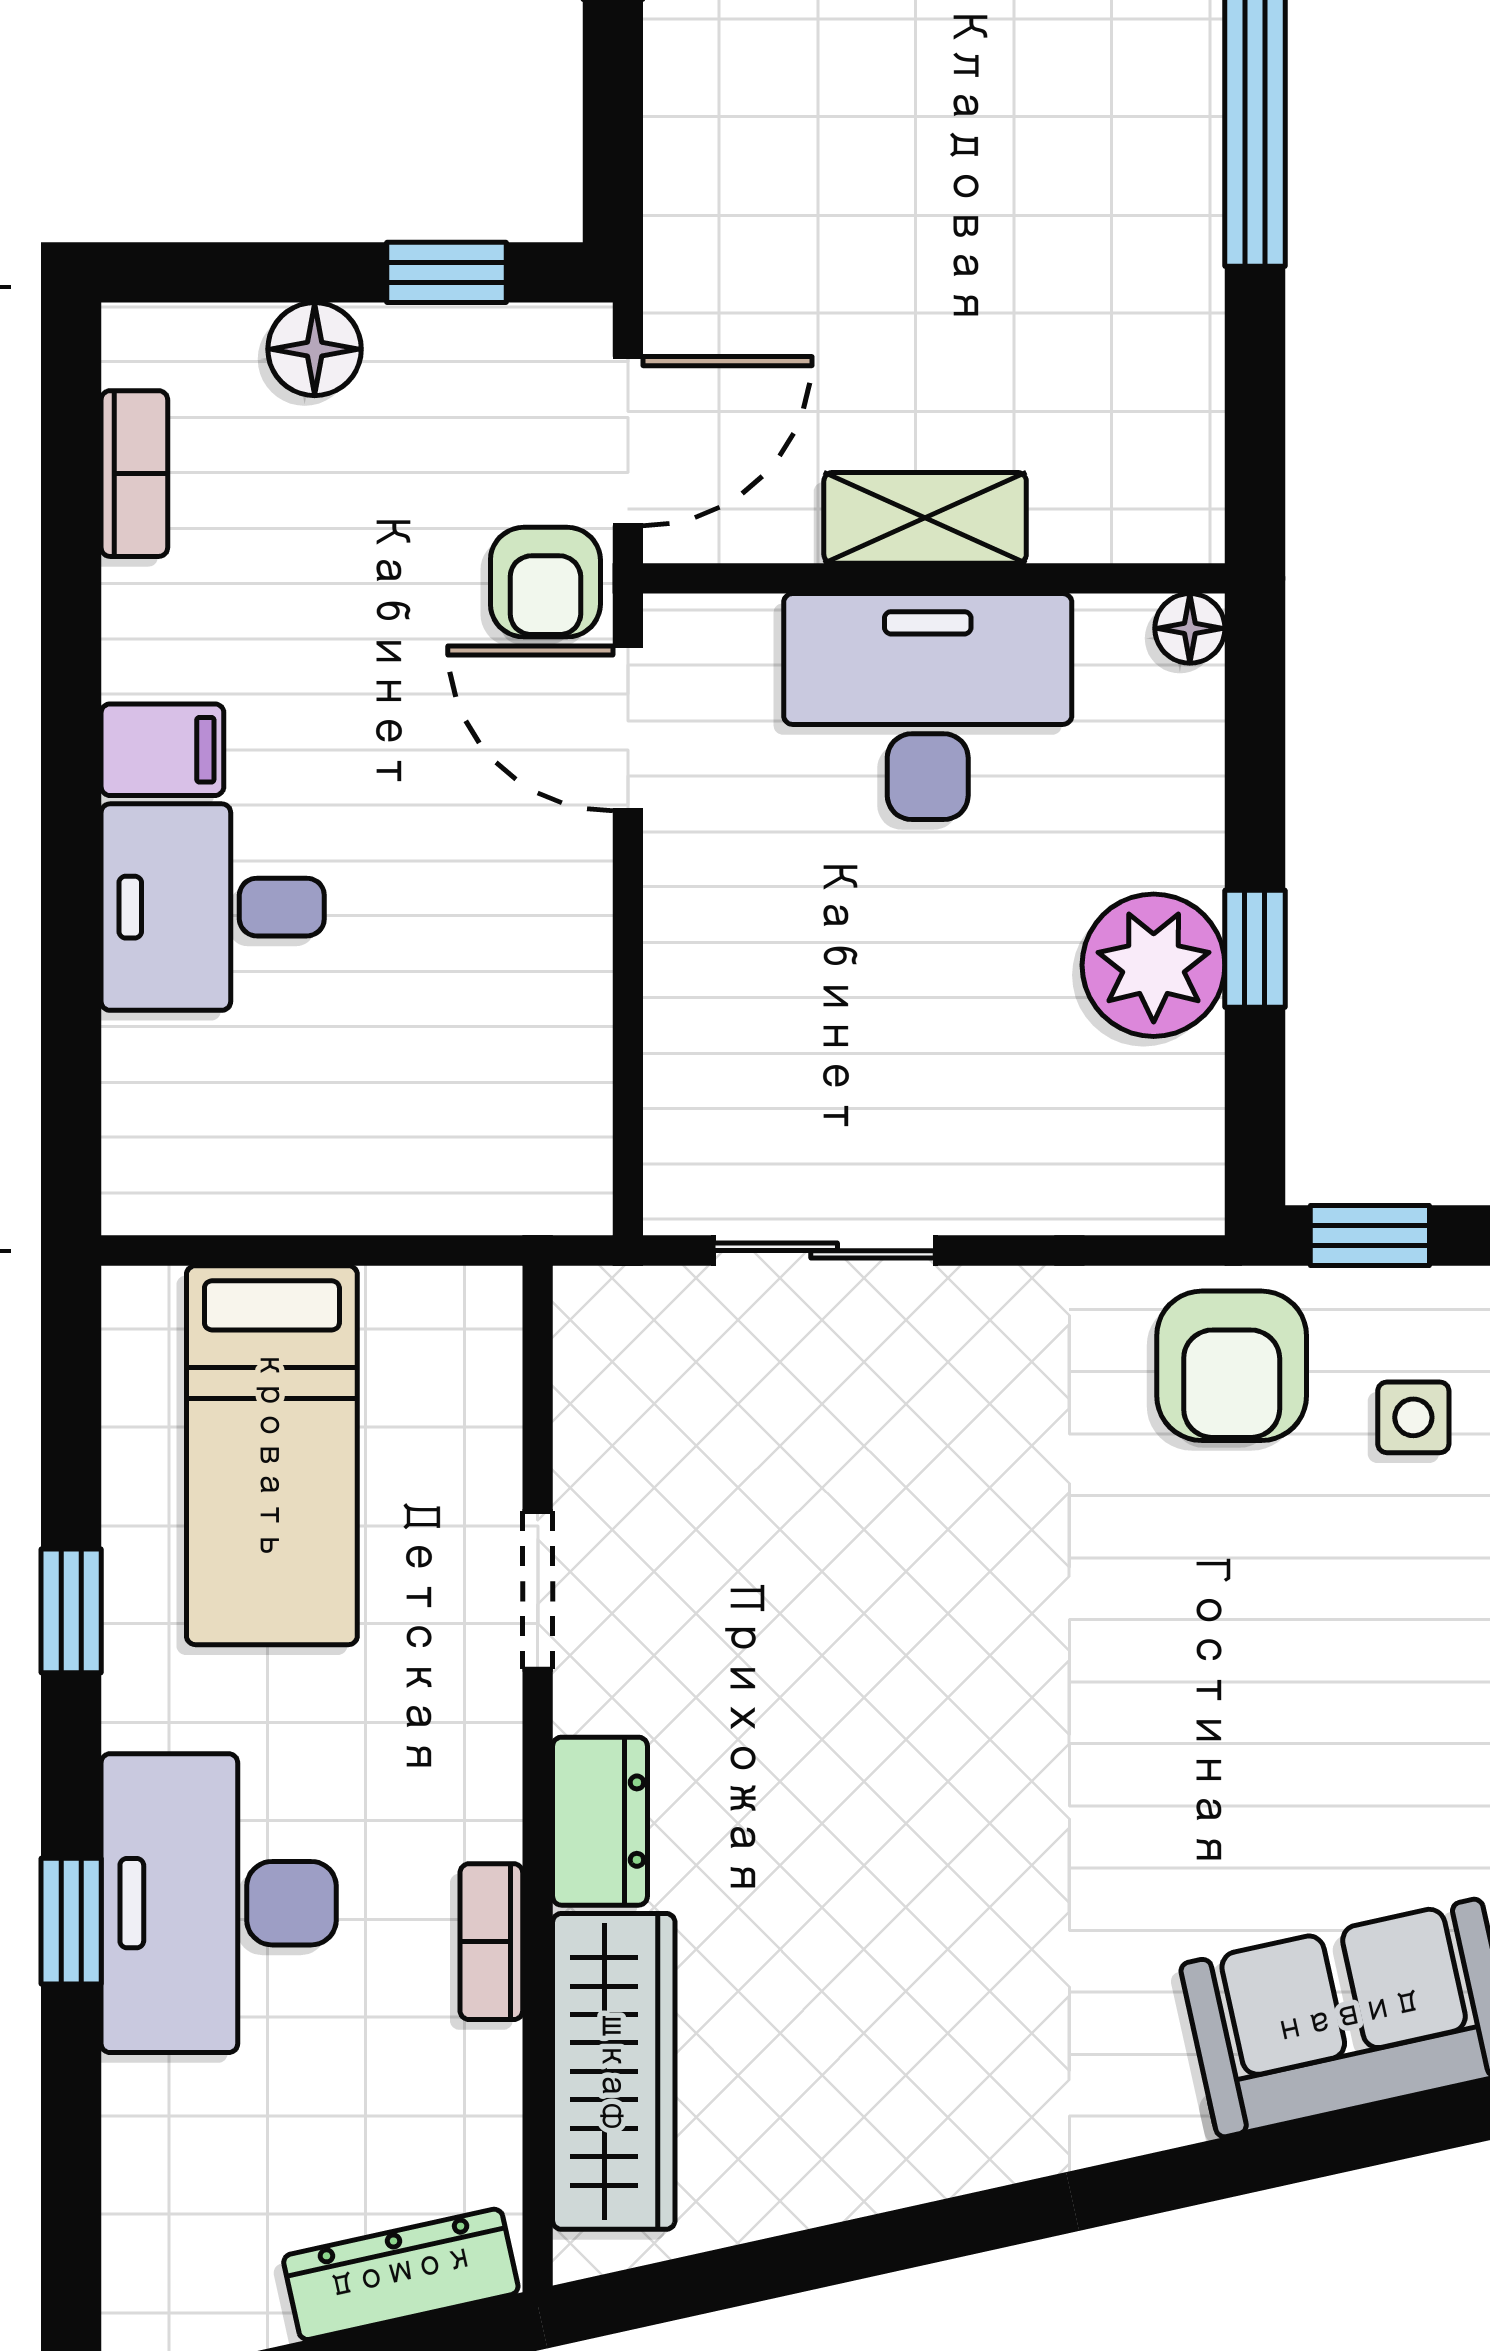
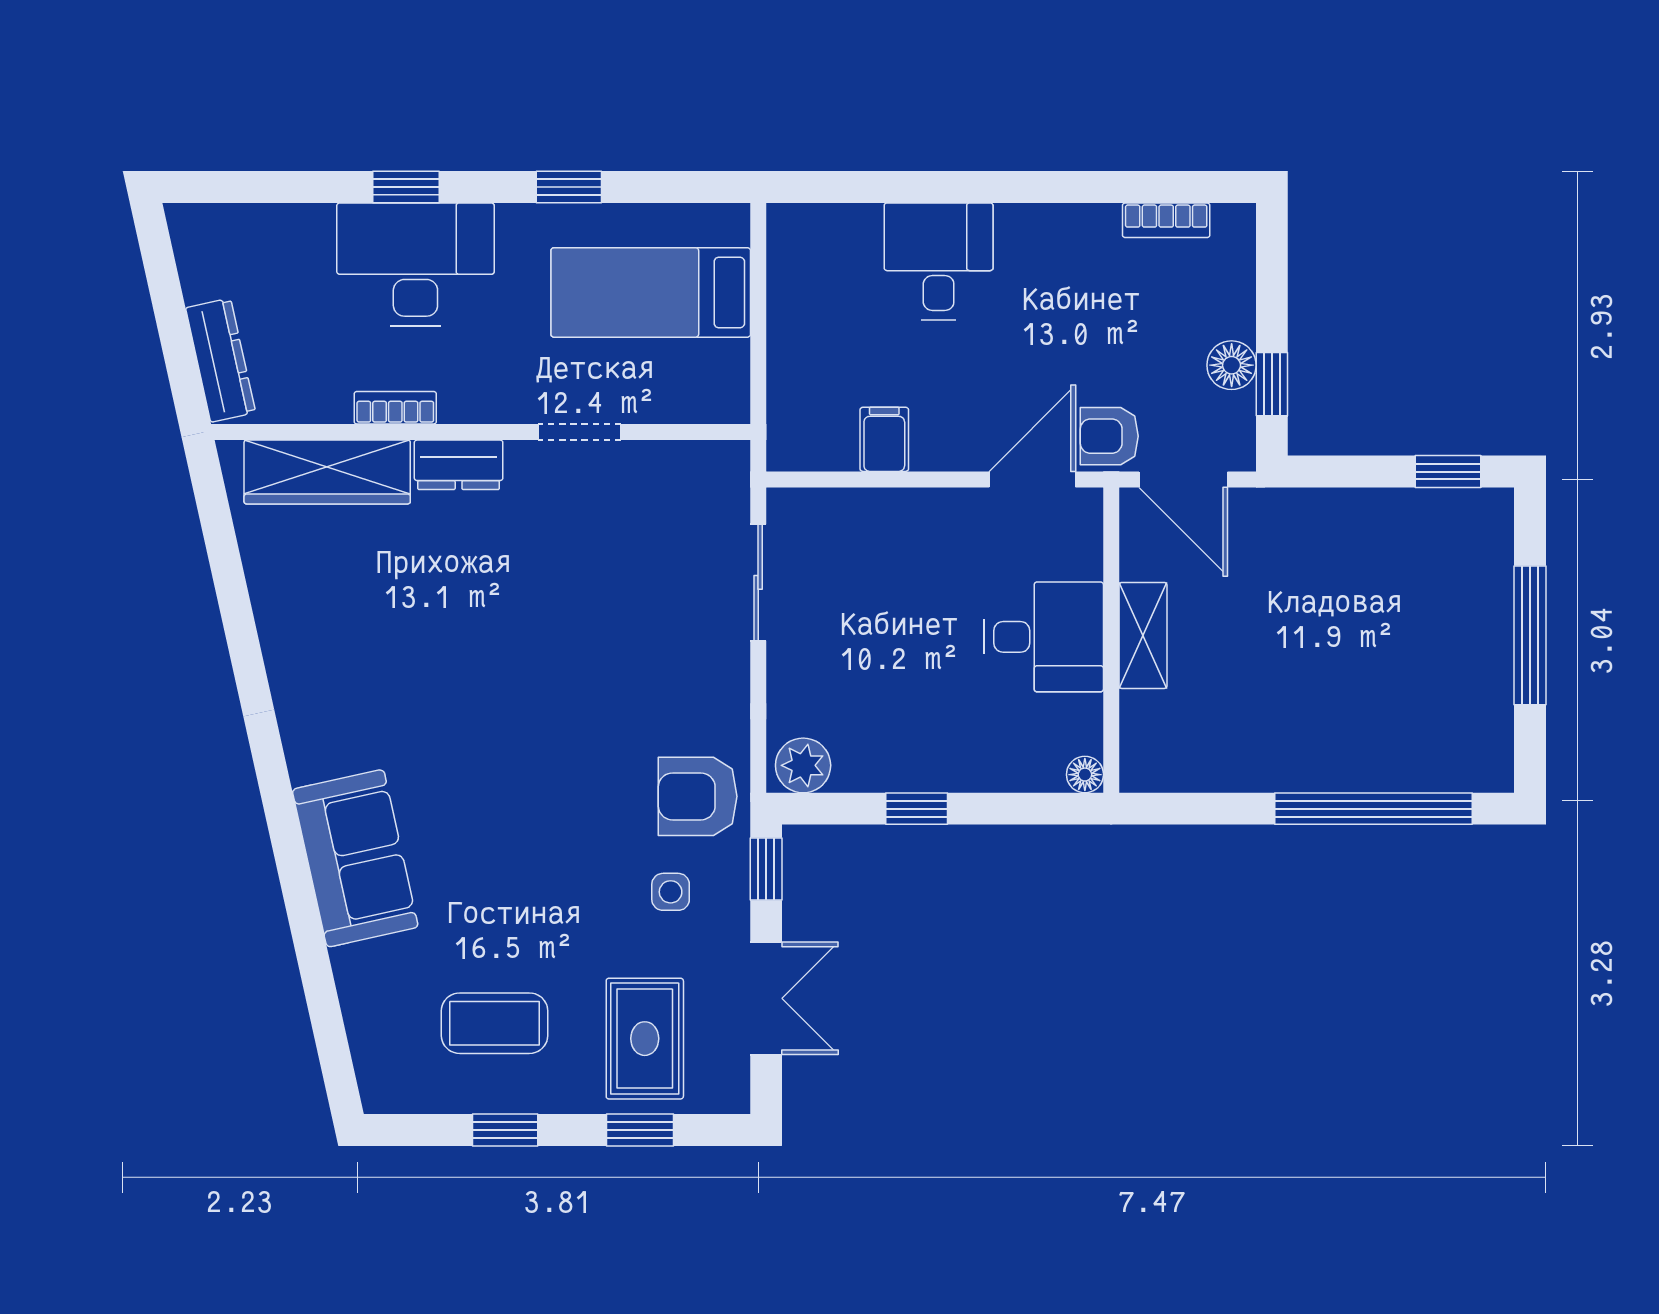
floor lamp: (315, 349) -> (1232, 365), moved
desk: (928, 707) -> (1044, 637), width x0.73
filing cabinet: (162, 750) -> (884, 439), moved, turned 180
plant: (1154, 965) -> (803, 765), moved, width x0.73, depth x0.73

